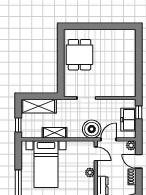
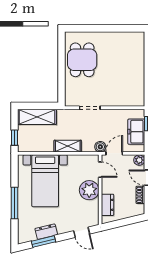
boiler: (92, 129) -> (100, 147), width x0.54, depth x0.54
shelving: (55, 133) -> (68, 146), moved
plant: (90, 173) -> (89, 190), width x1.87, depth x1.87

